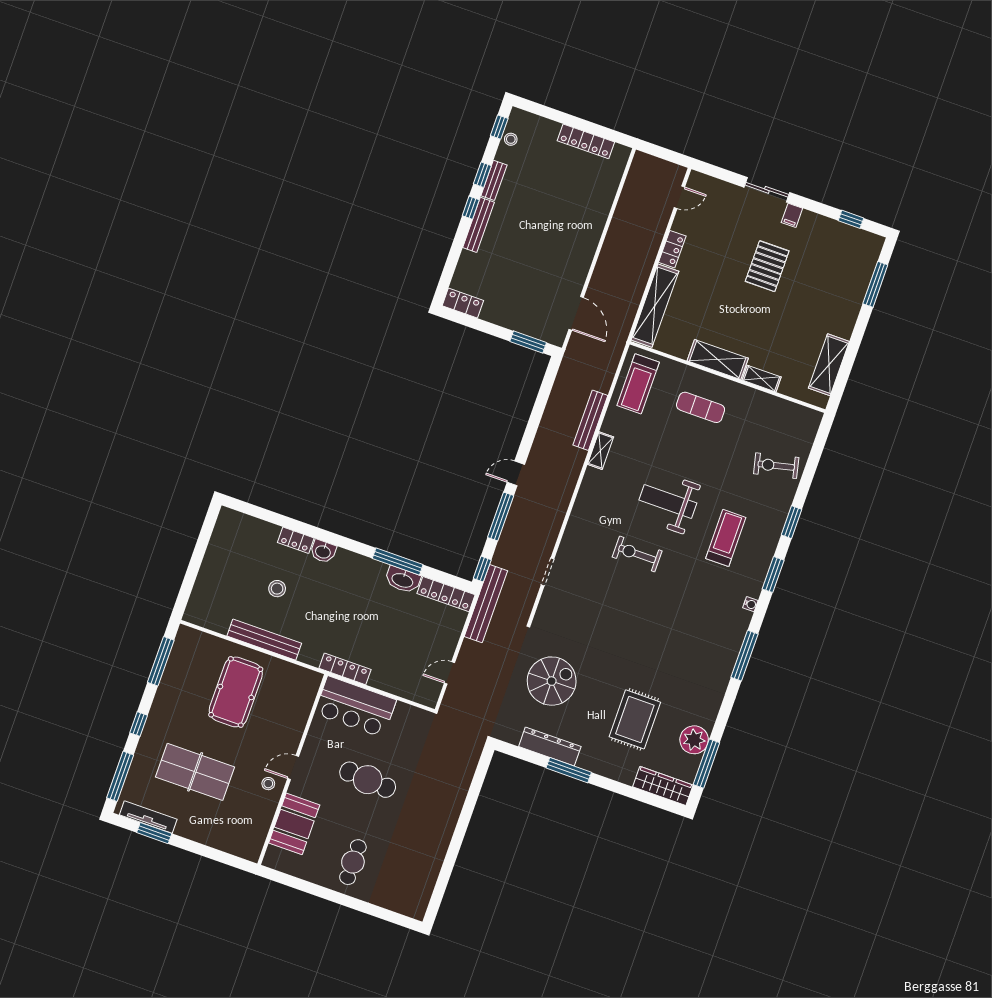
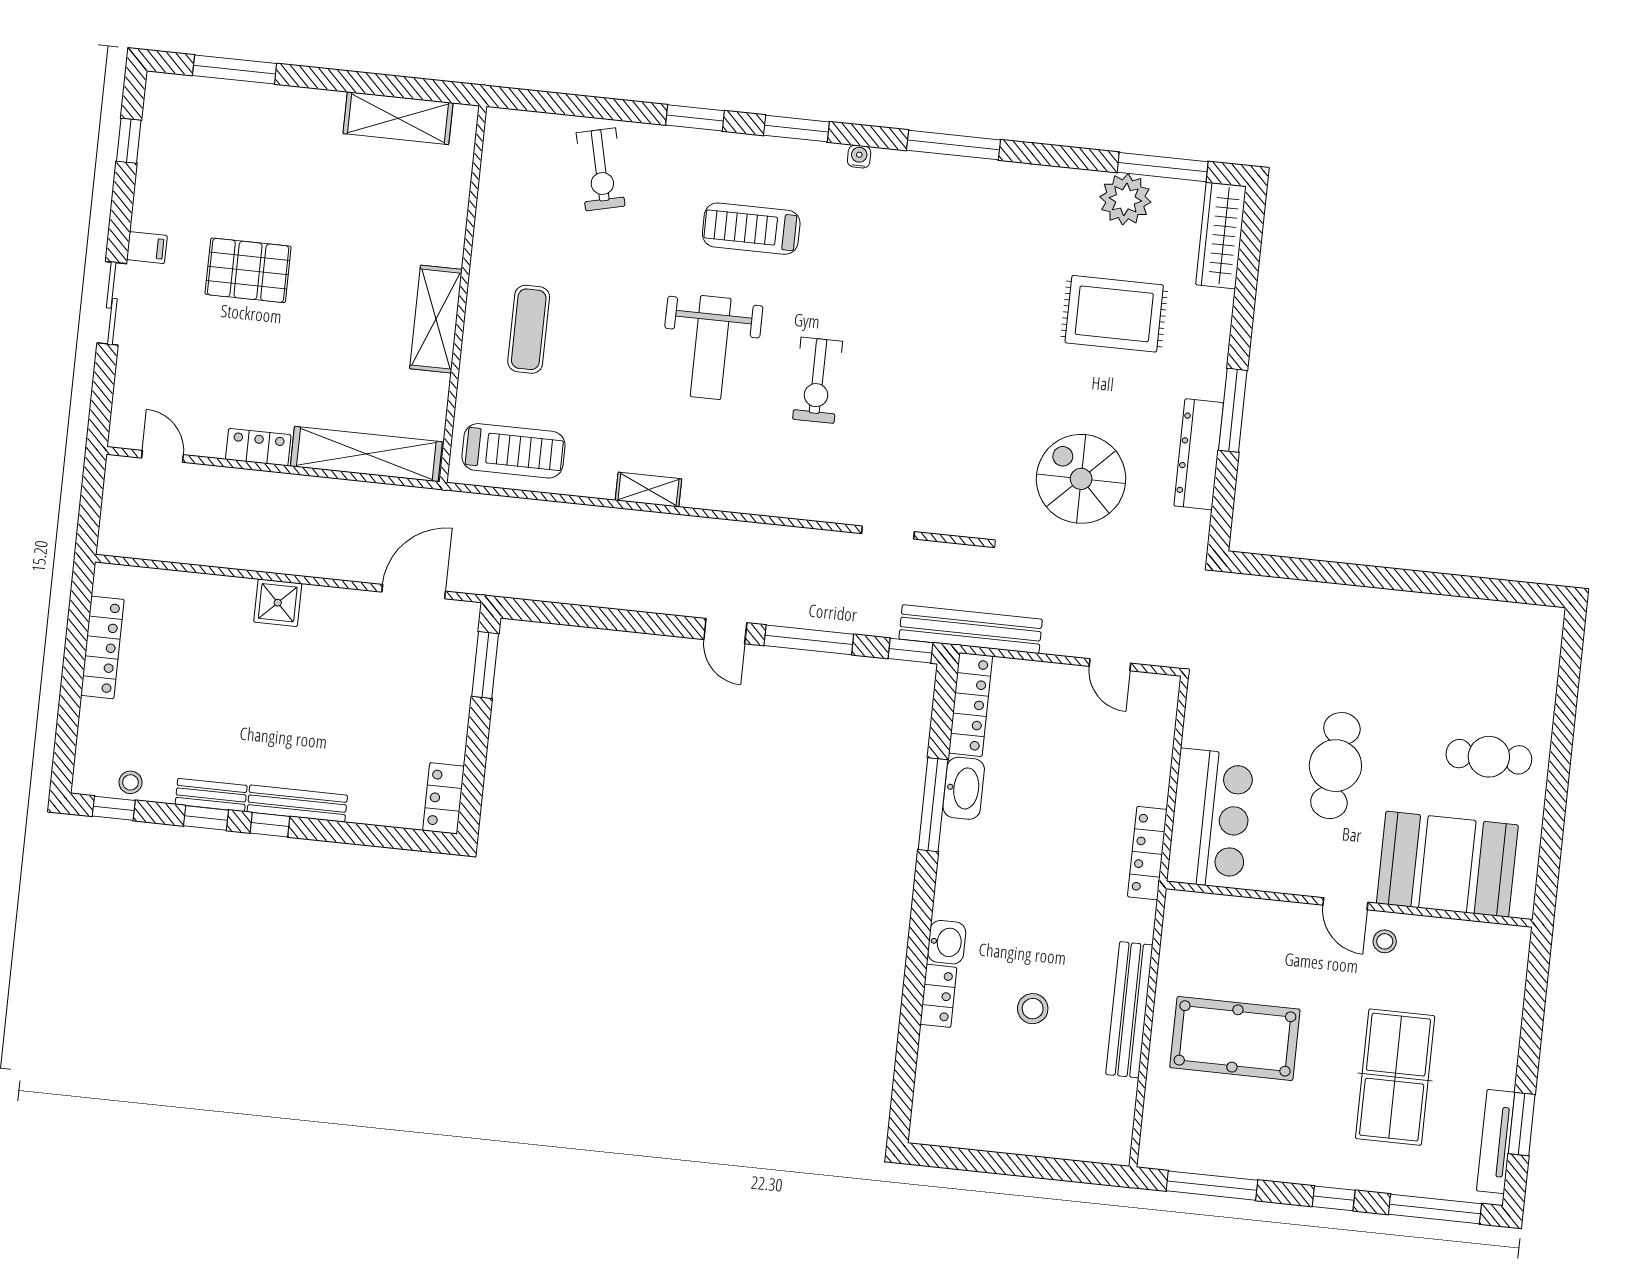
shower: (587, 240) -> (278, 603), added
shelving: (762, 379) -> (451, 232), removed
bench: (590, 420) -> (599, 521), removed
booth: (294, 824) -> (1447, 864), width x1.36, depth x1.42

